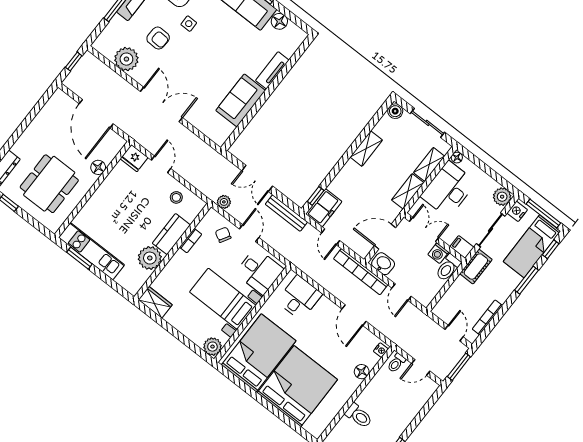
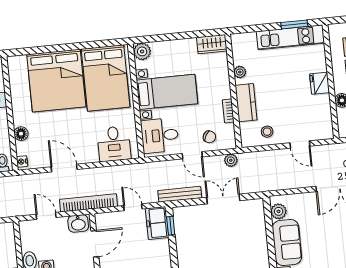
plant: (225, 130) -> (279, 211), added
fridge: (134, 158) -> (320, 83), moved, turned -90
plant: (150, 258) -> (240, 72), width x0.53, depth x0.53

